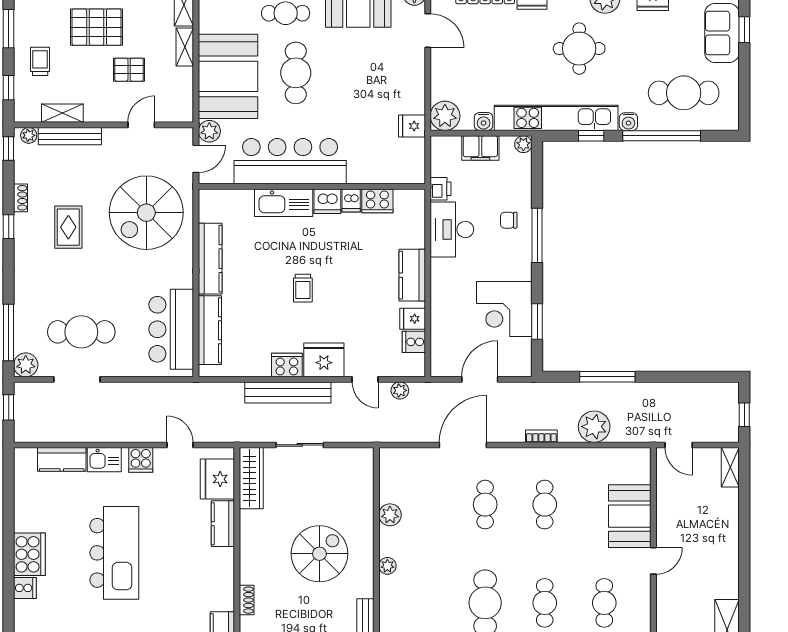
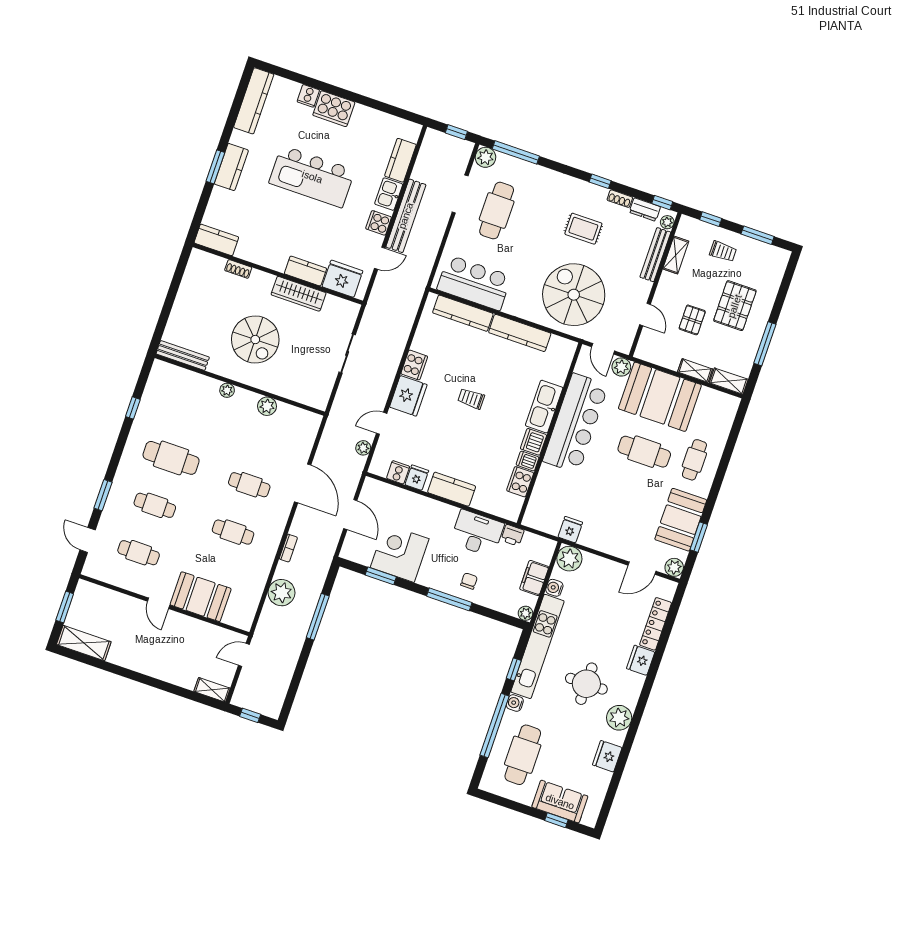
dresser: (23, 165) -> (645, 210), added
bench: (288, 392) -> (406, 216), moved
wardrobe: (251, 478) -> (299, 294), moved

